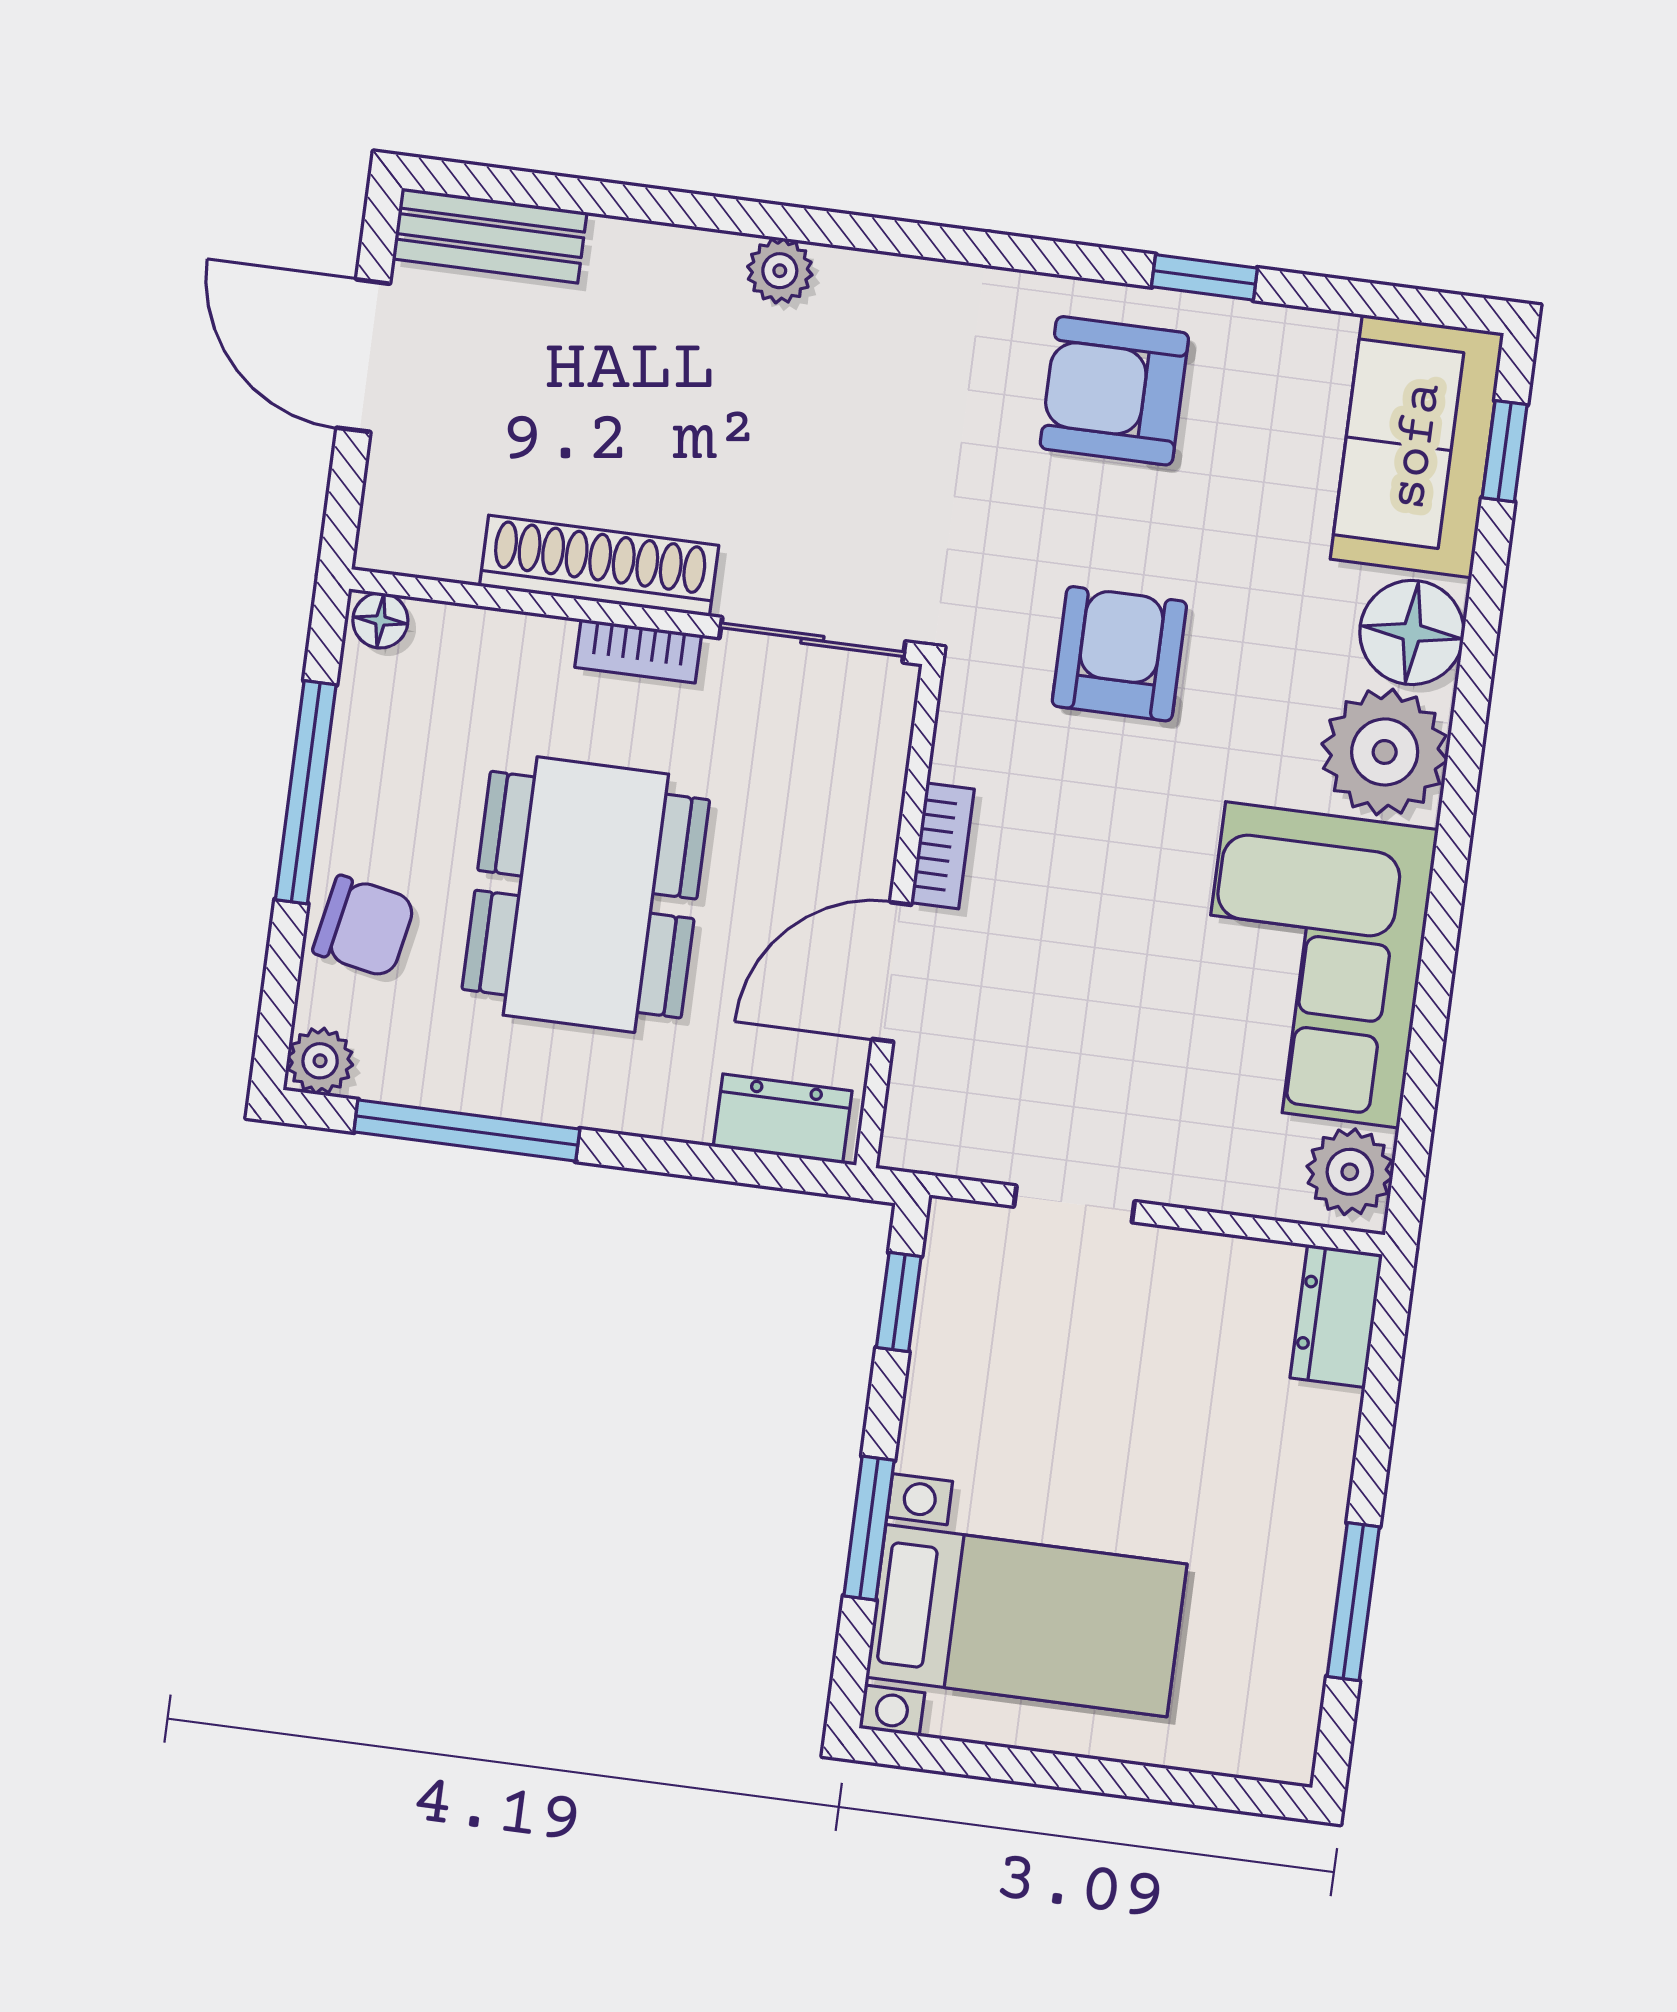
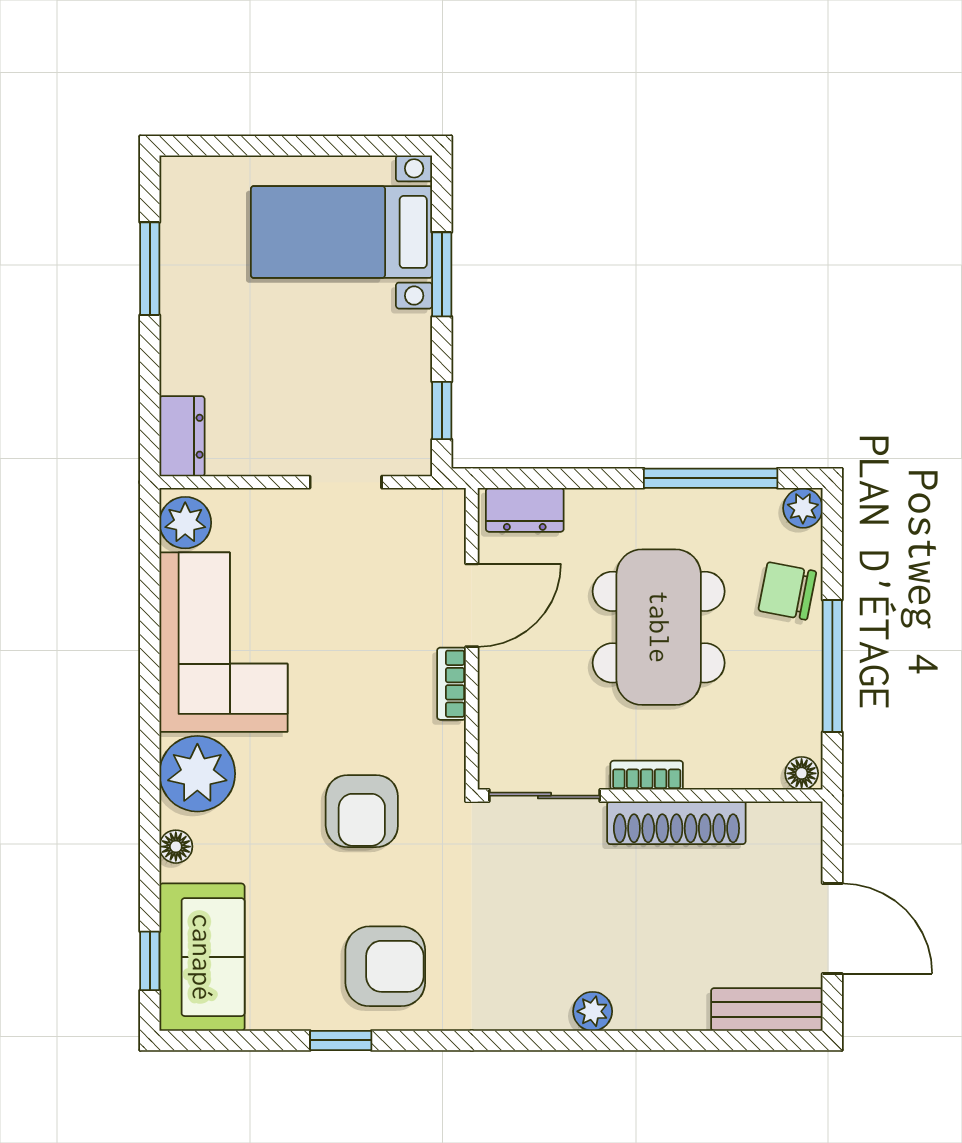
floor lamp: (1412, 632) -> (176, 847), width x0.53, depth x0.53

